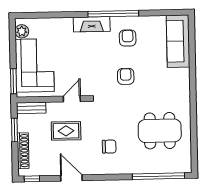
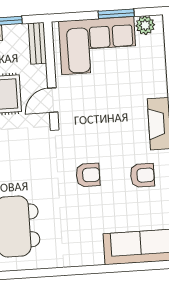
window: (13, 81) -> (116, 14), moved
door: (72, 99) -> (53, 100), swing flipped

